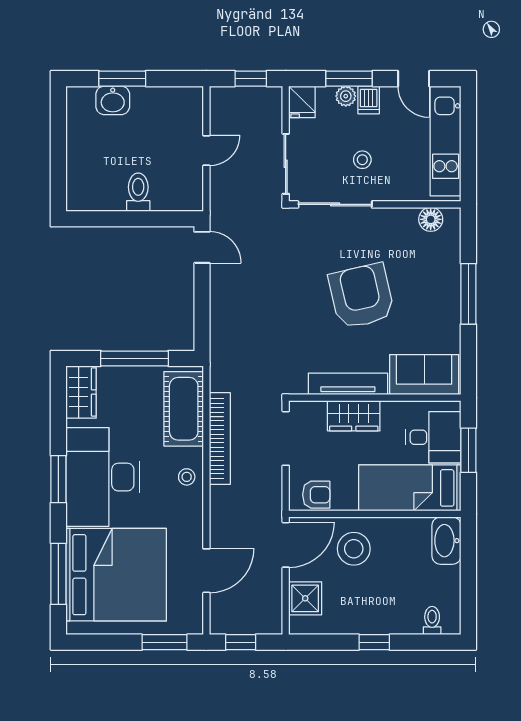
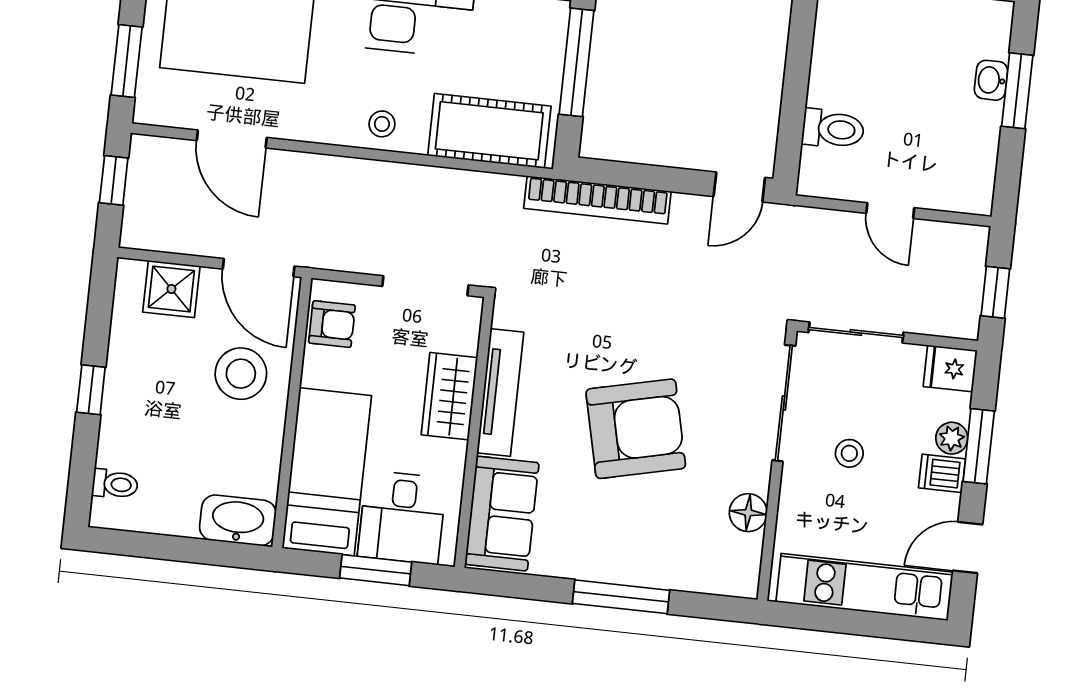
washbasin: (113, 100) -> (991, 80), width x0.72, depth x0.69
toilet: (138, 192) -> (833, 129), moved
floor lamp: (431, 219) -> (748, 513), moved
bookcase: (220, 439) -> (597, 200), moved
armchair: (316, 495) -> (332, 324), turned -90

